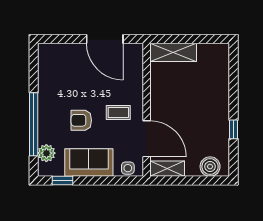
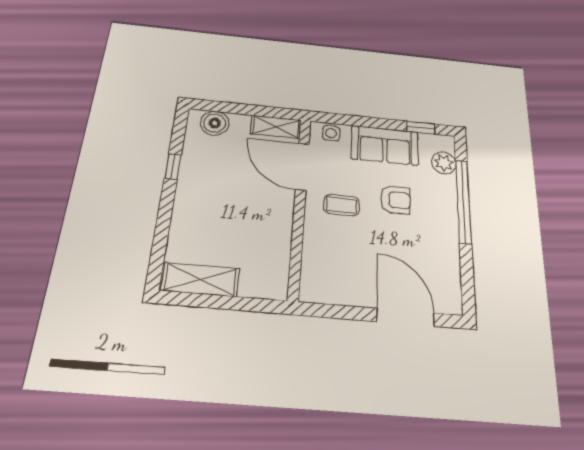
door: (105, 39) -> (406, 317), moved
shelving: (173, 52) -> (200, 279), moved

